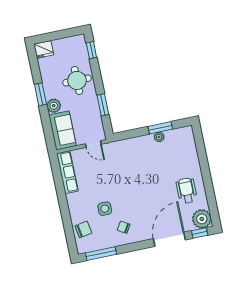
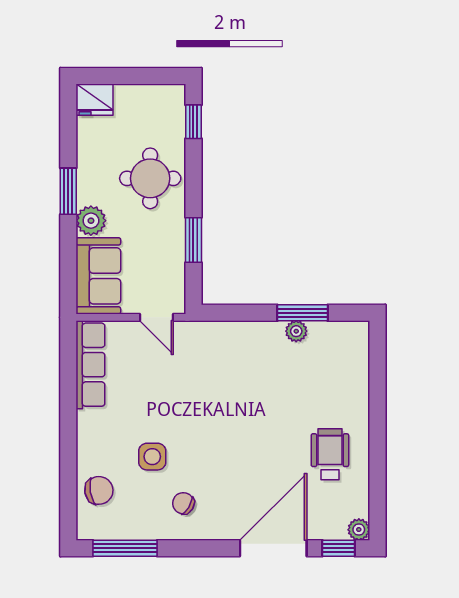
plant: (202, 219) -> (359, 530), width x0.53, depth x0.53

